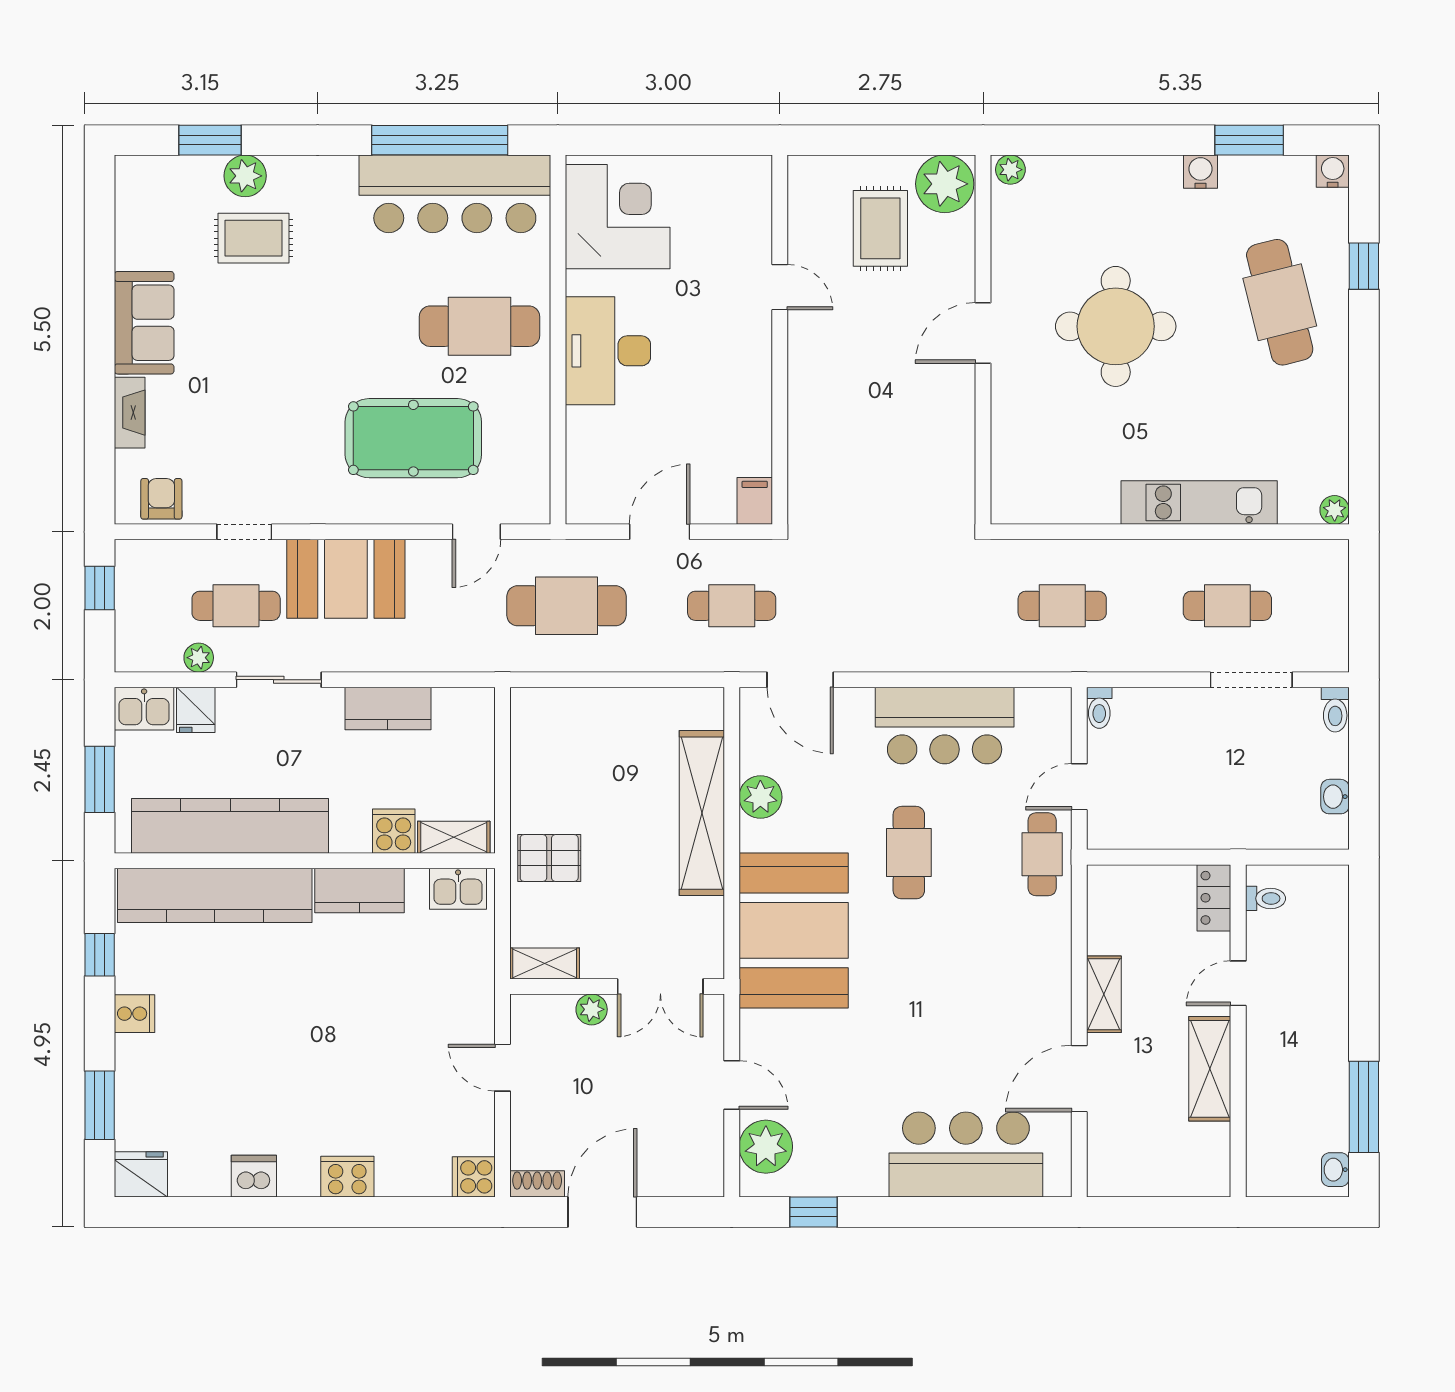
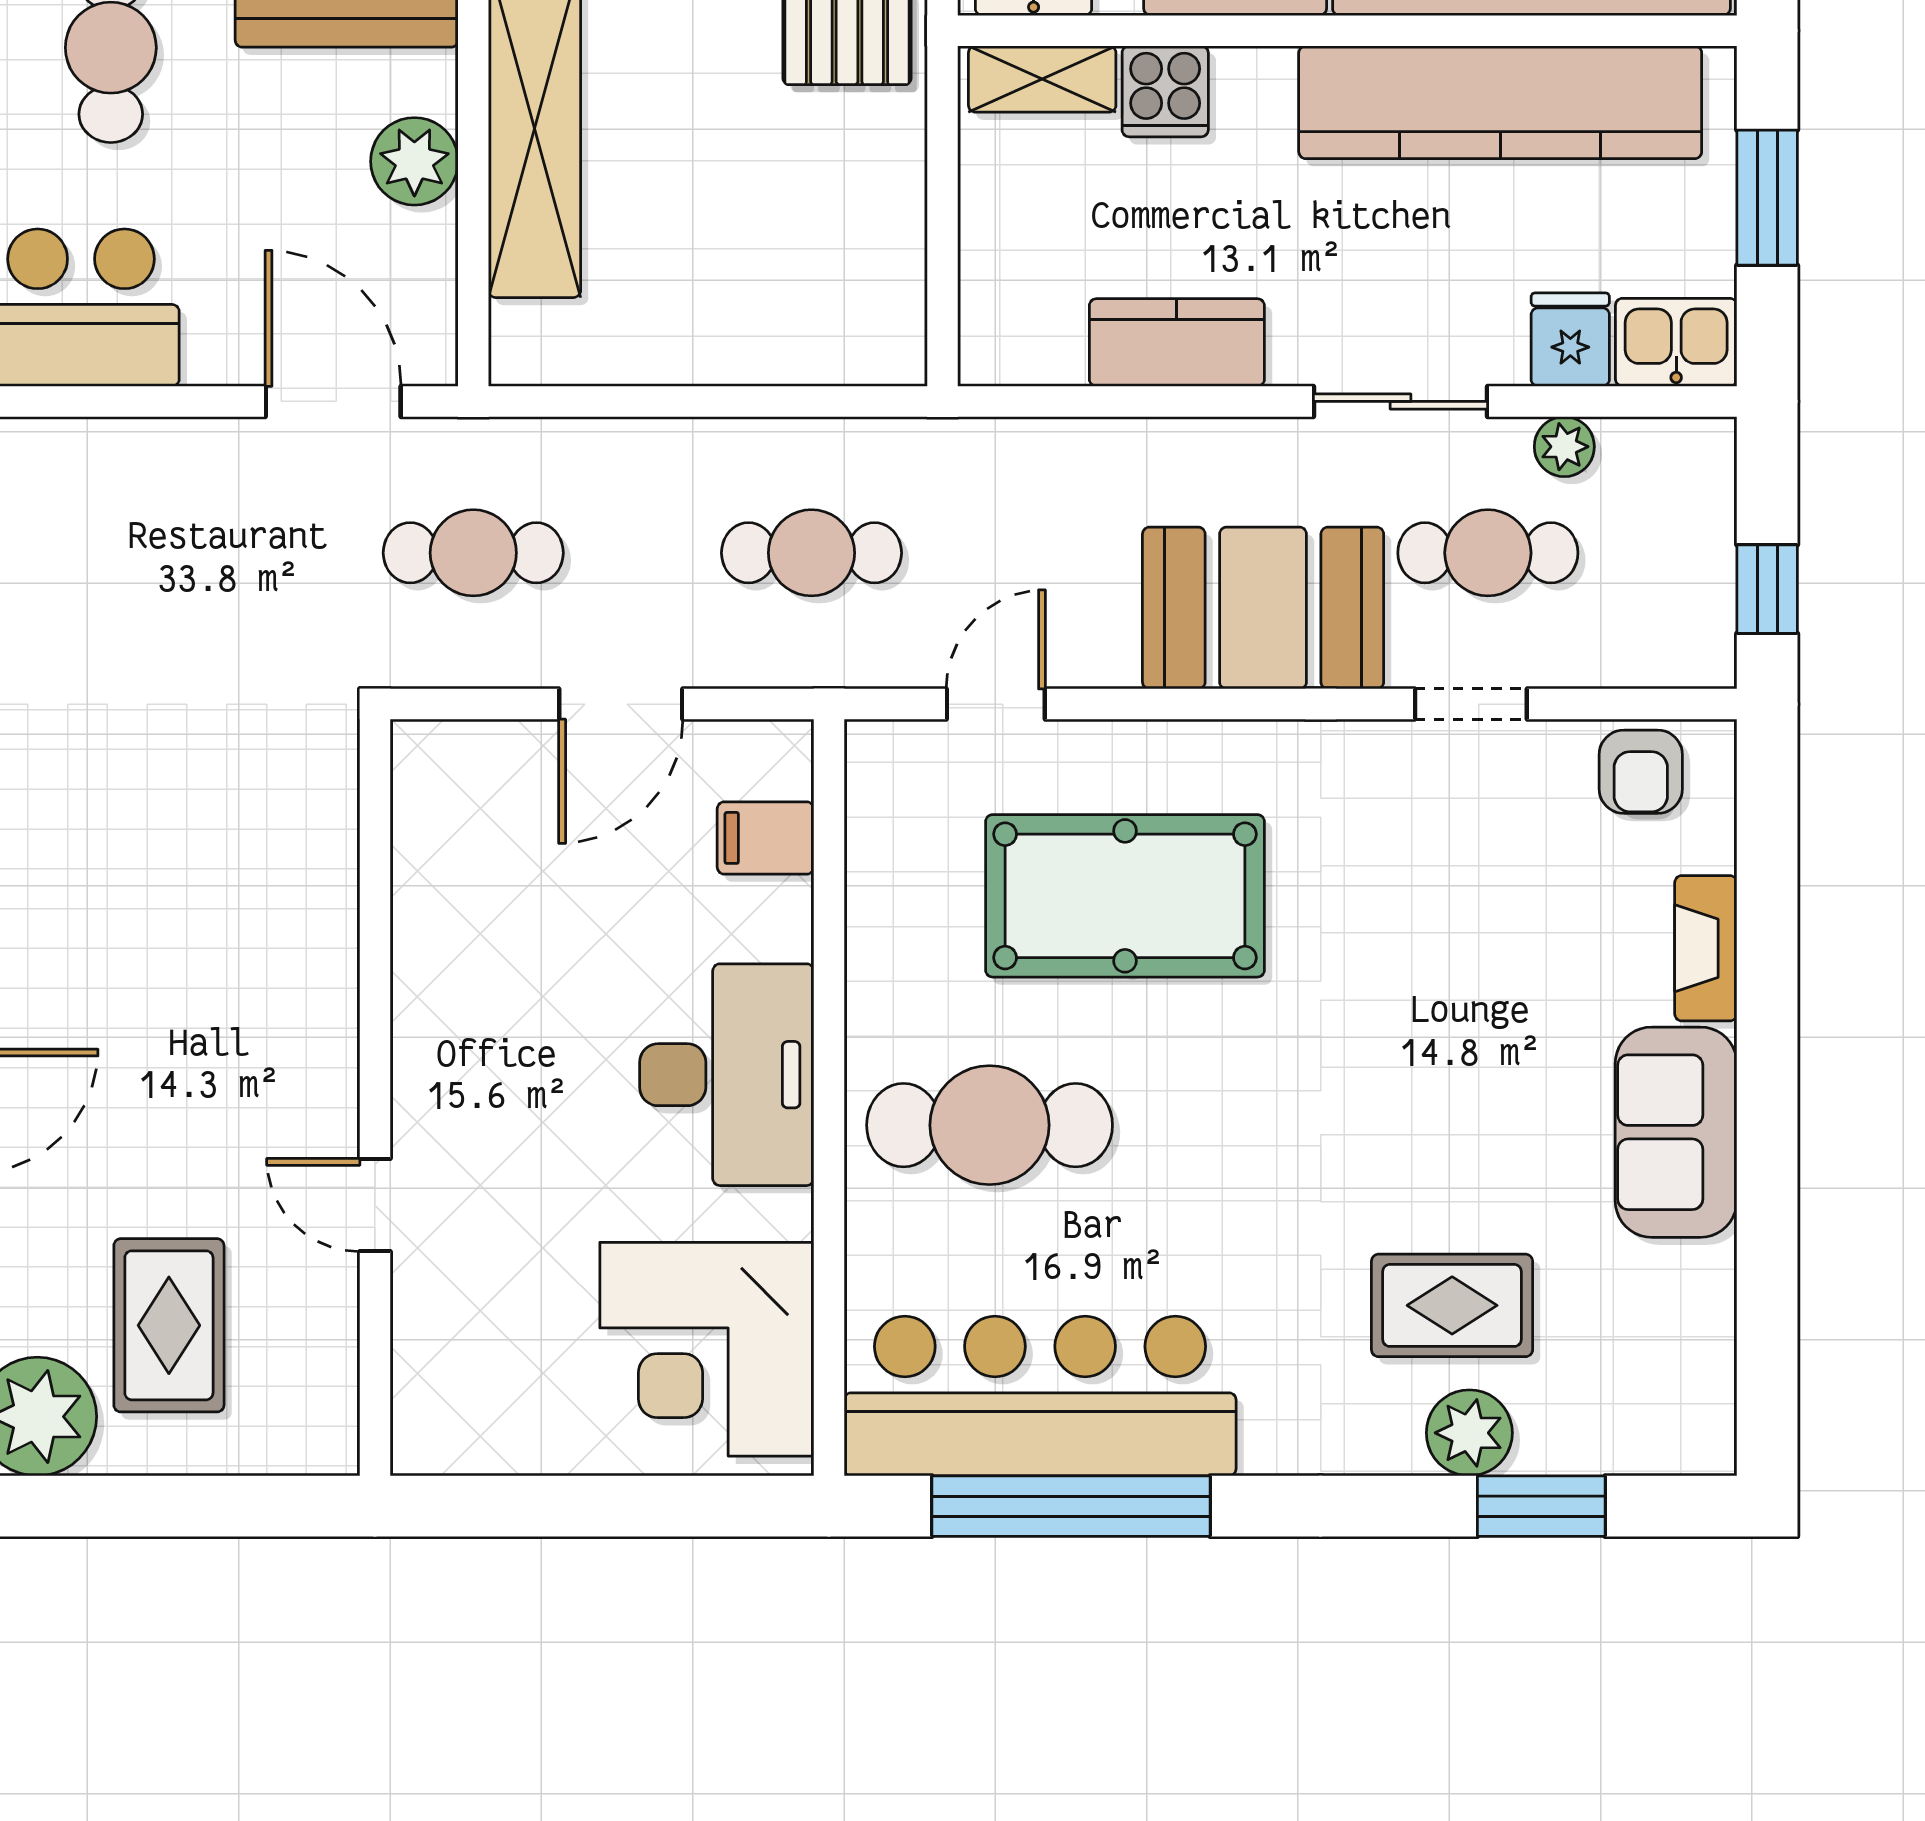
filing cabinet: (755, 501) -> (765, 838), moved, turned 90
cafe table: (566, 606) -> (811, 553), width x0.73, depth x0.74

